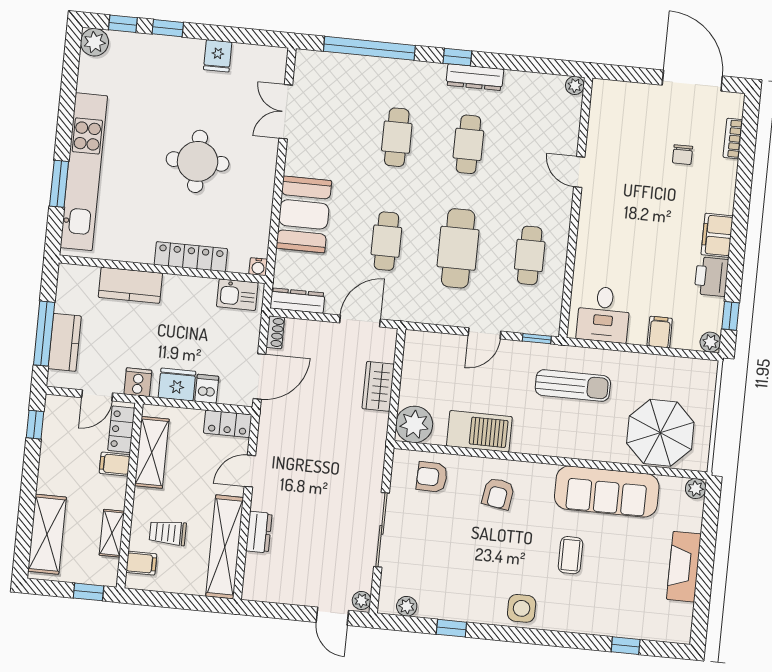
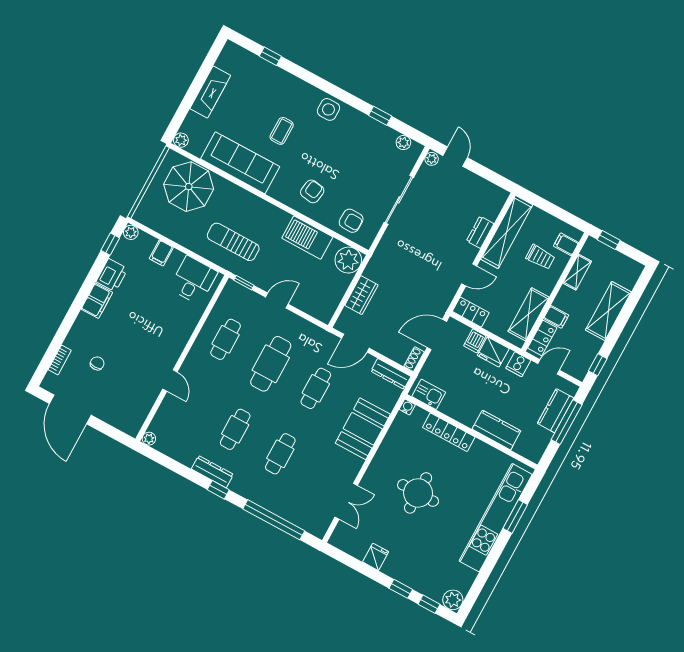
shelving: (47, 534) -> (608, 311), moved

